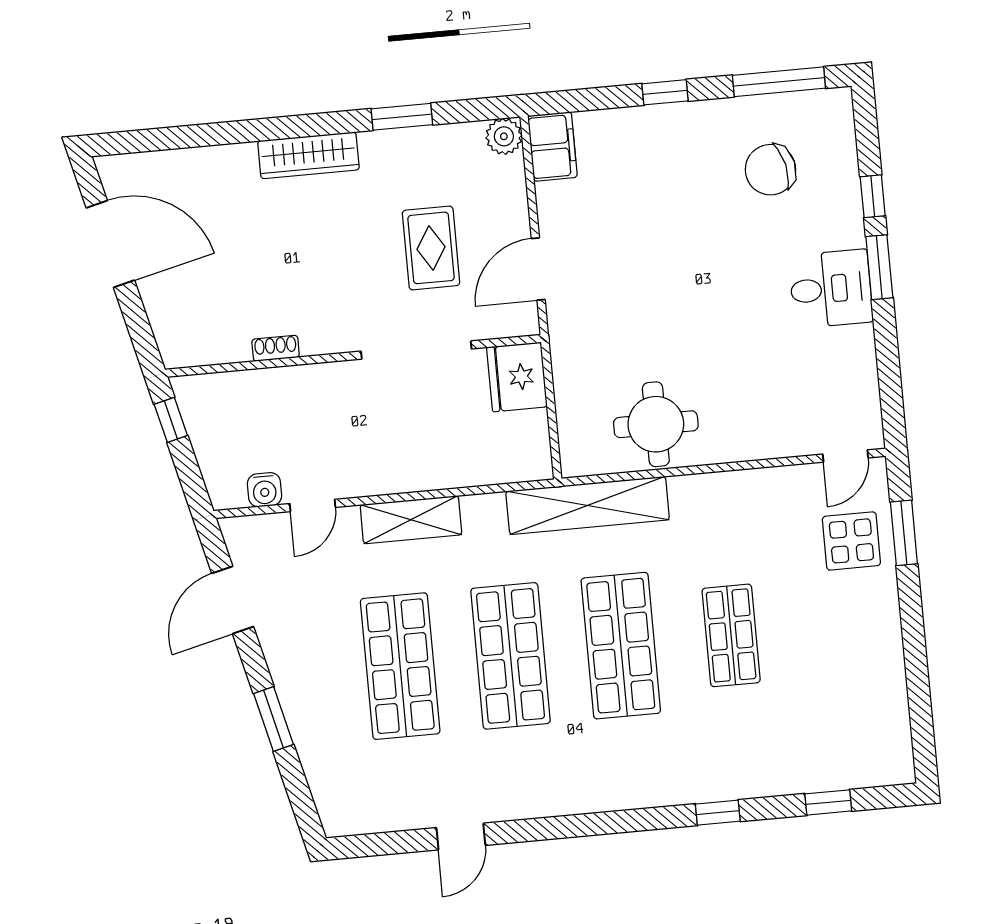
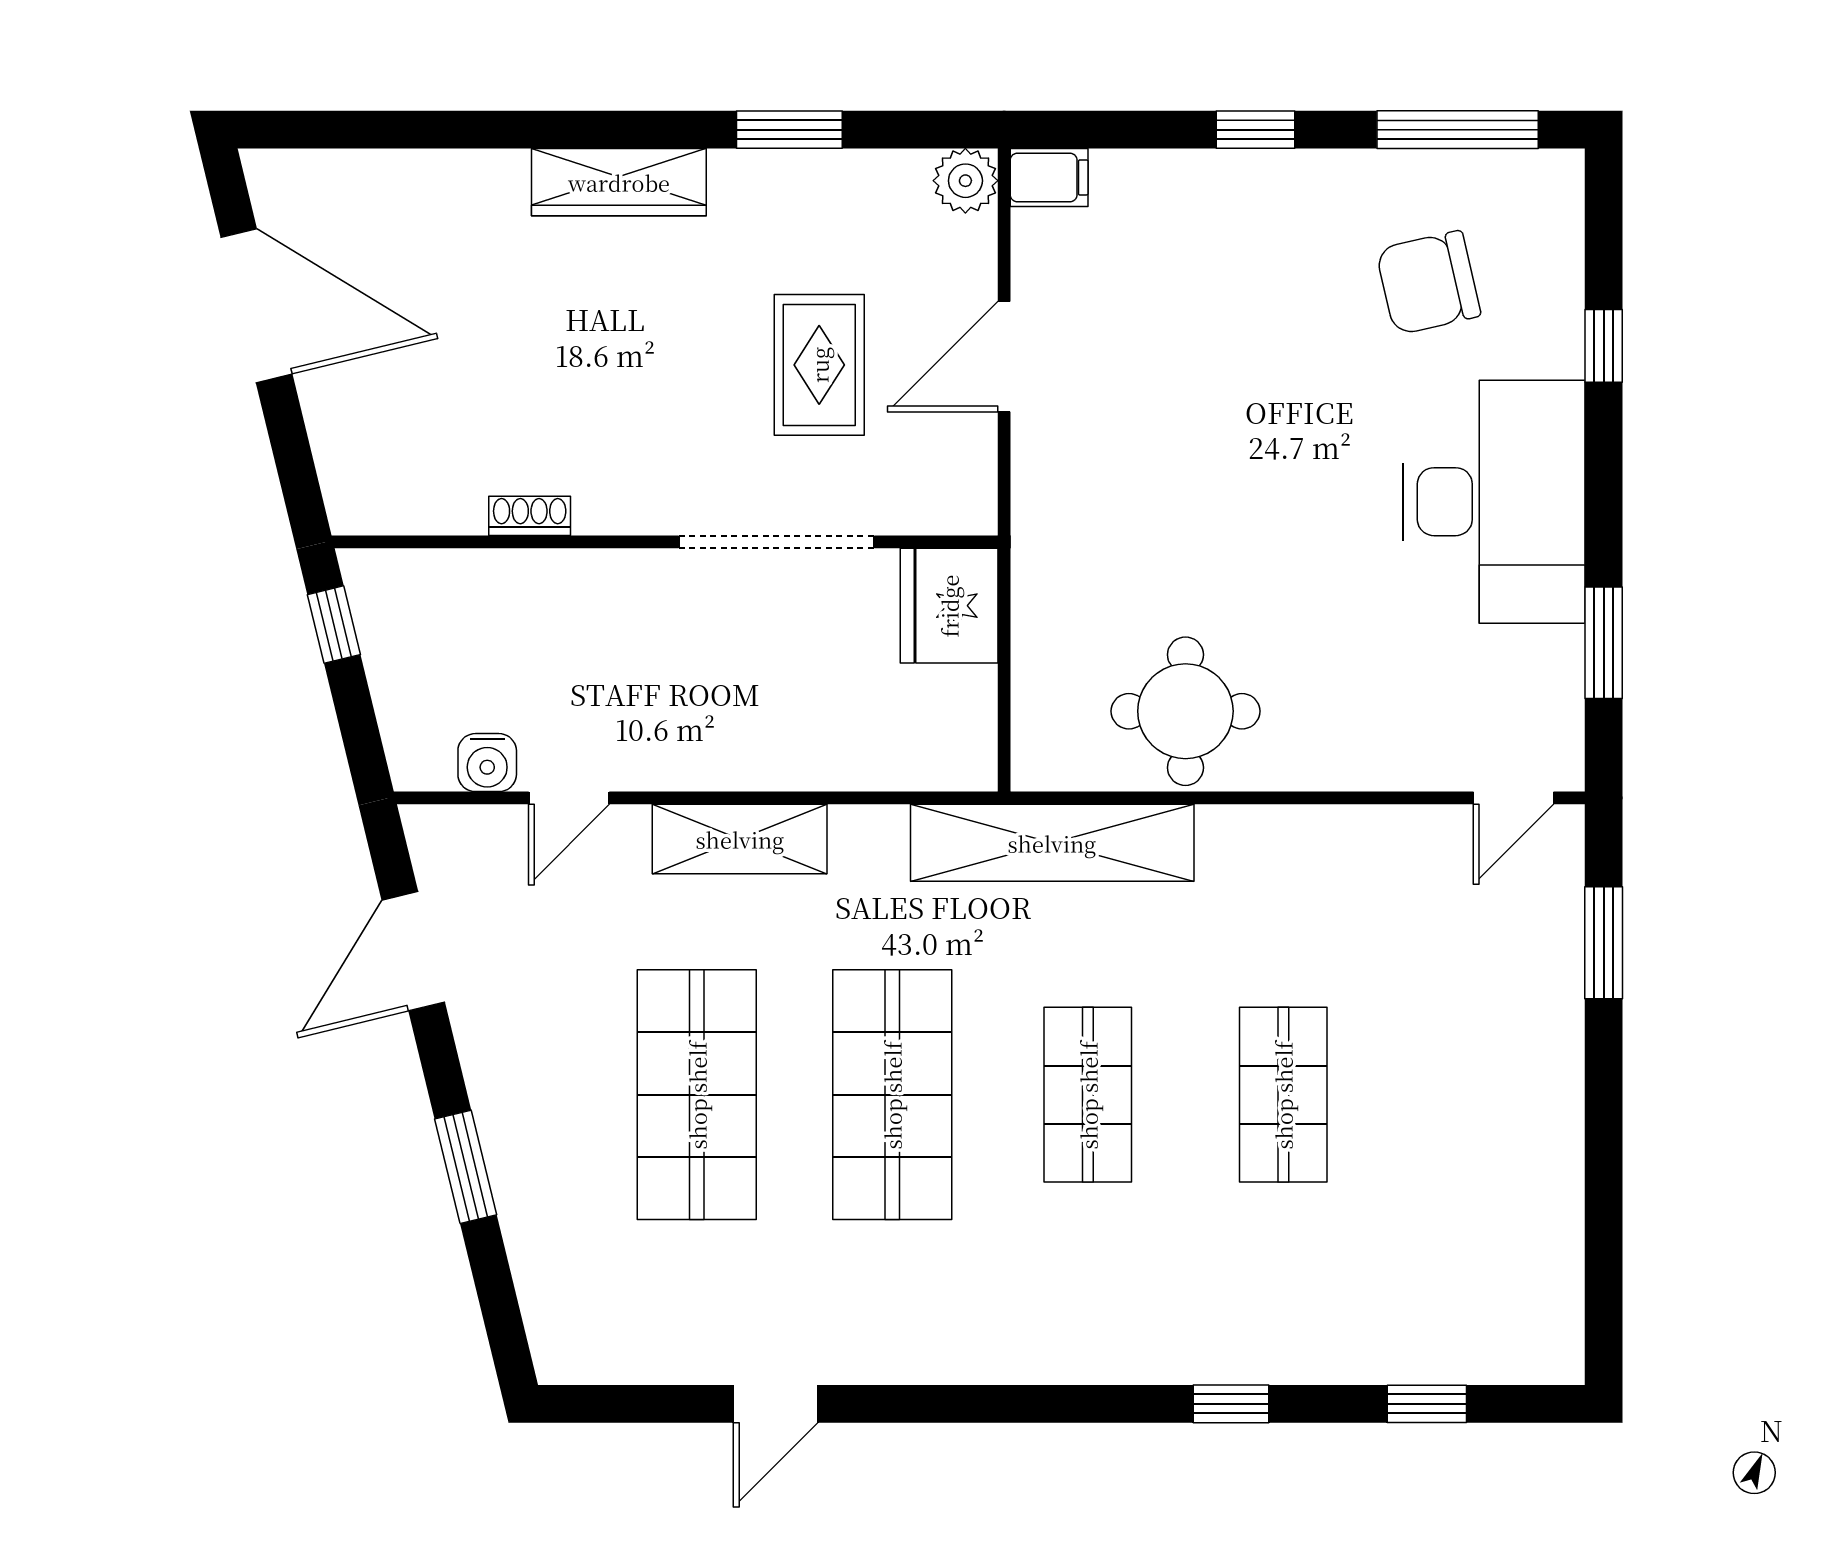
filing cabinet: (552, 147) -> (1049, 177), width x0.50
window: (879, 267) -> (1604, 643), moved
door: (538, 269) -> (1004, 357), moved
desk: (831, 289) -> (1494, 502), width x1.87, depth x1.30
display table: (851, 541) -> (1510, 948), removed
shop shelf: (621, 646) -> (1088, 1095), width x0.70, depth x0.74

